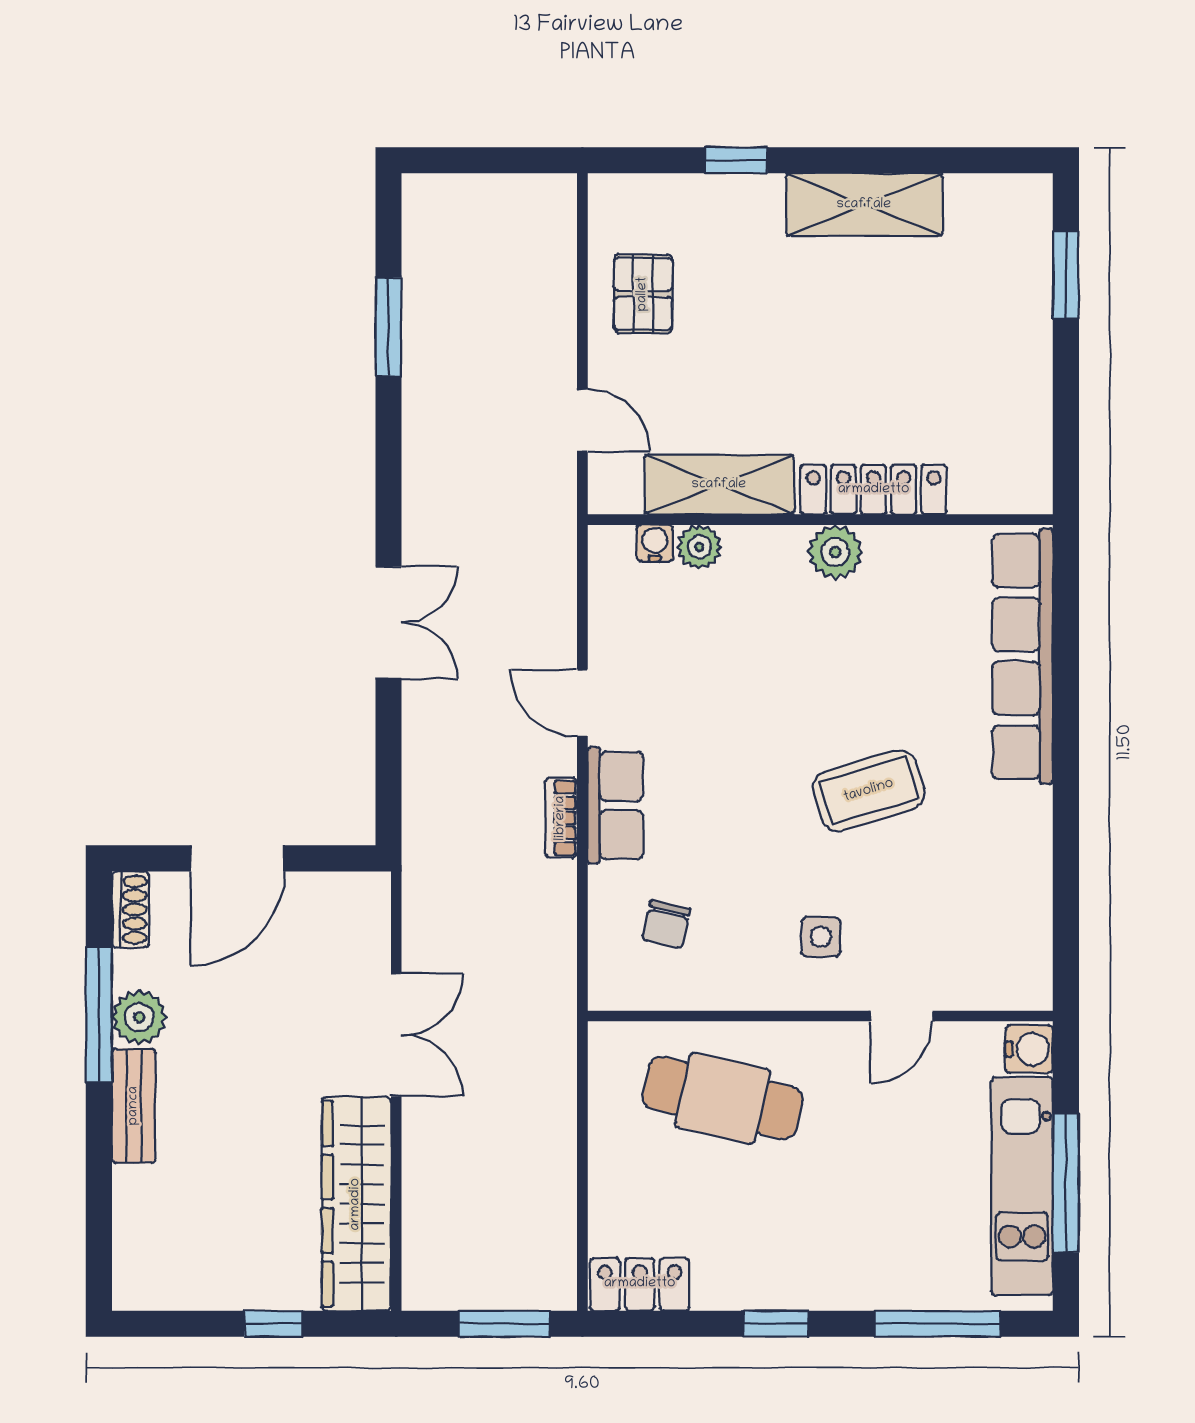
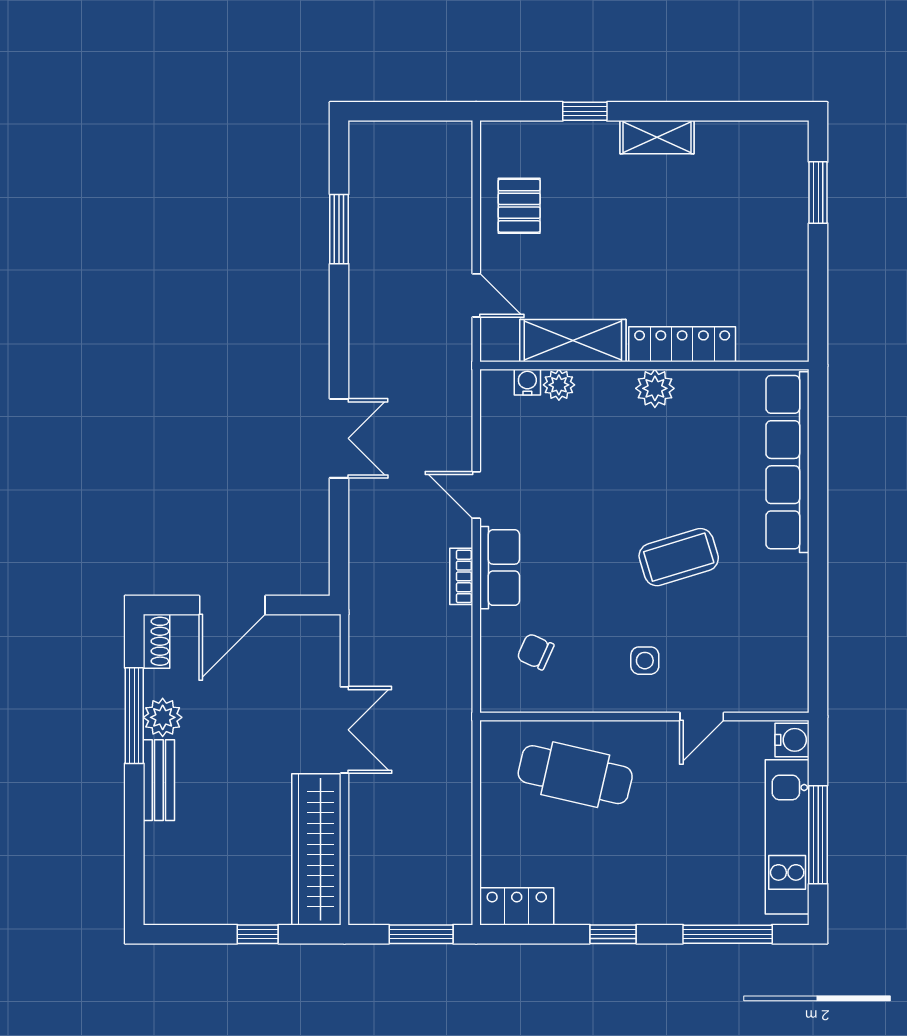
shelving: (864, 205) -> (657, 137), width x0.67, depth x0.75
chair: (666, 924) -> (535, 652), turned 101

